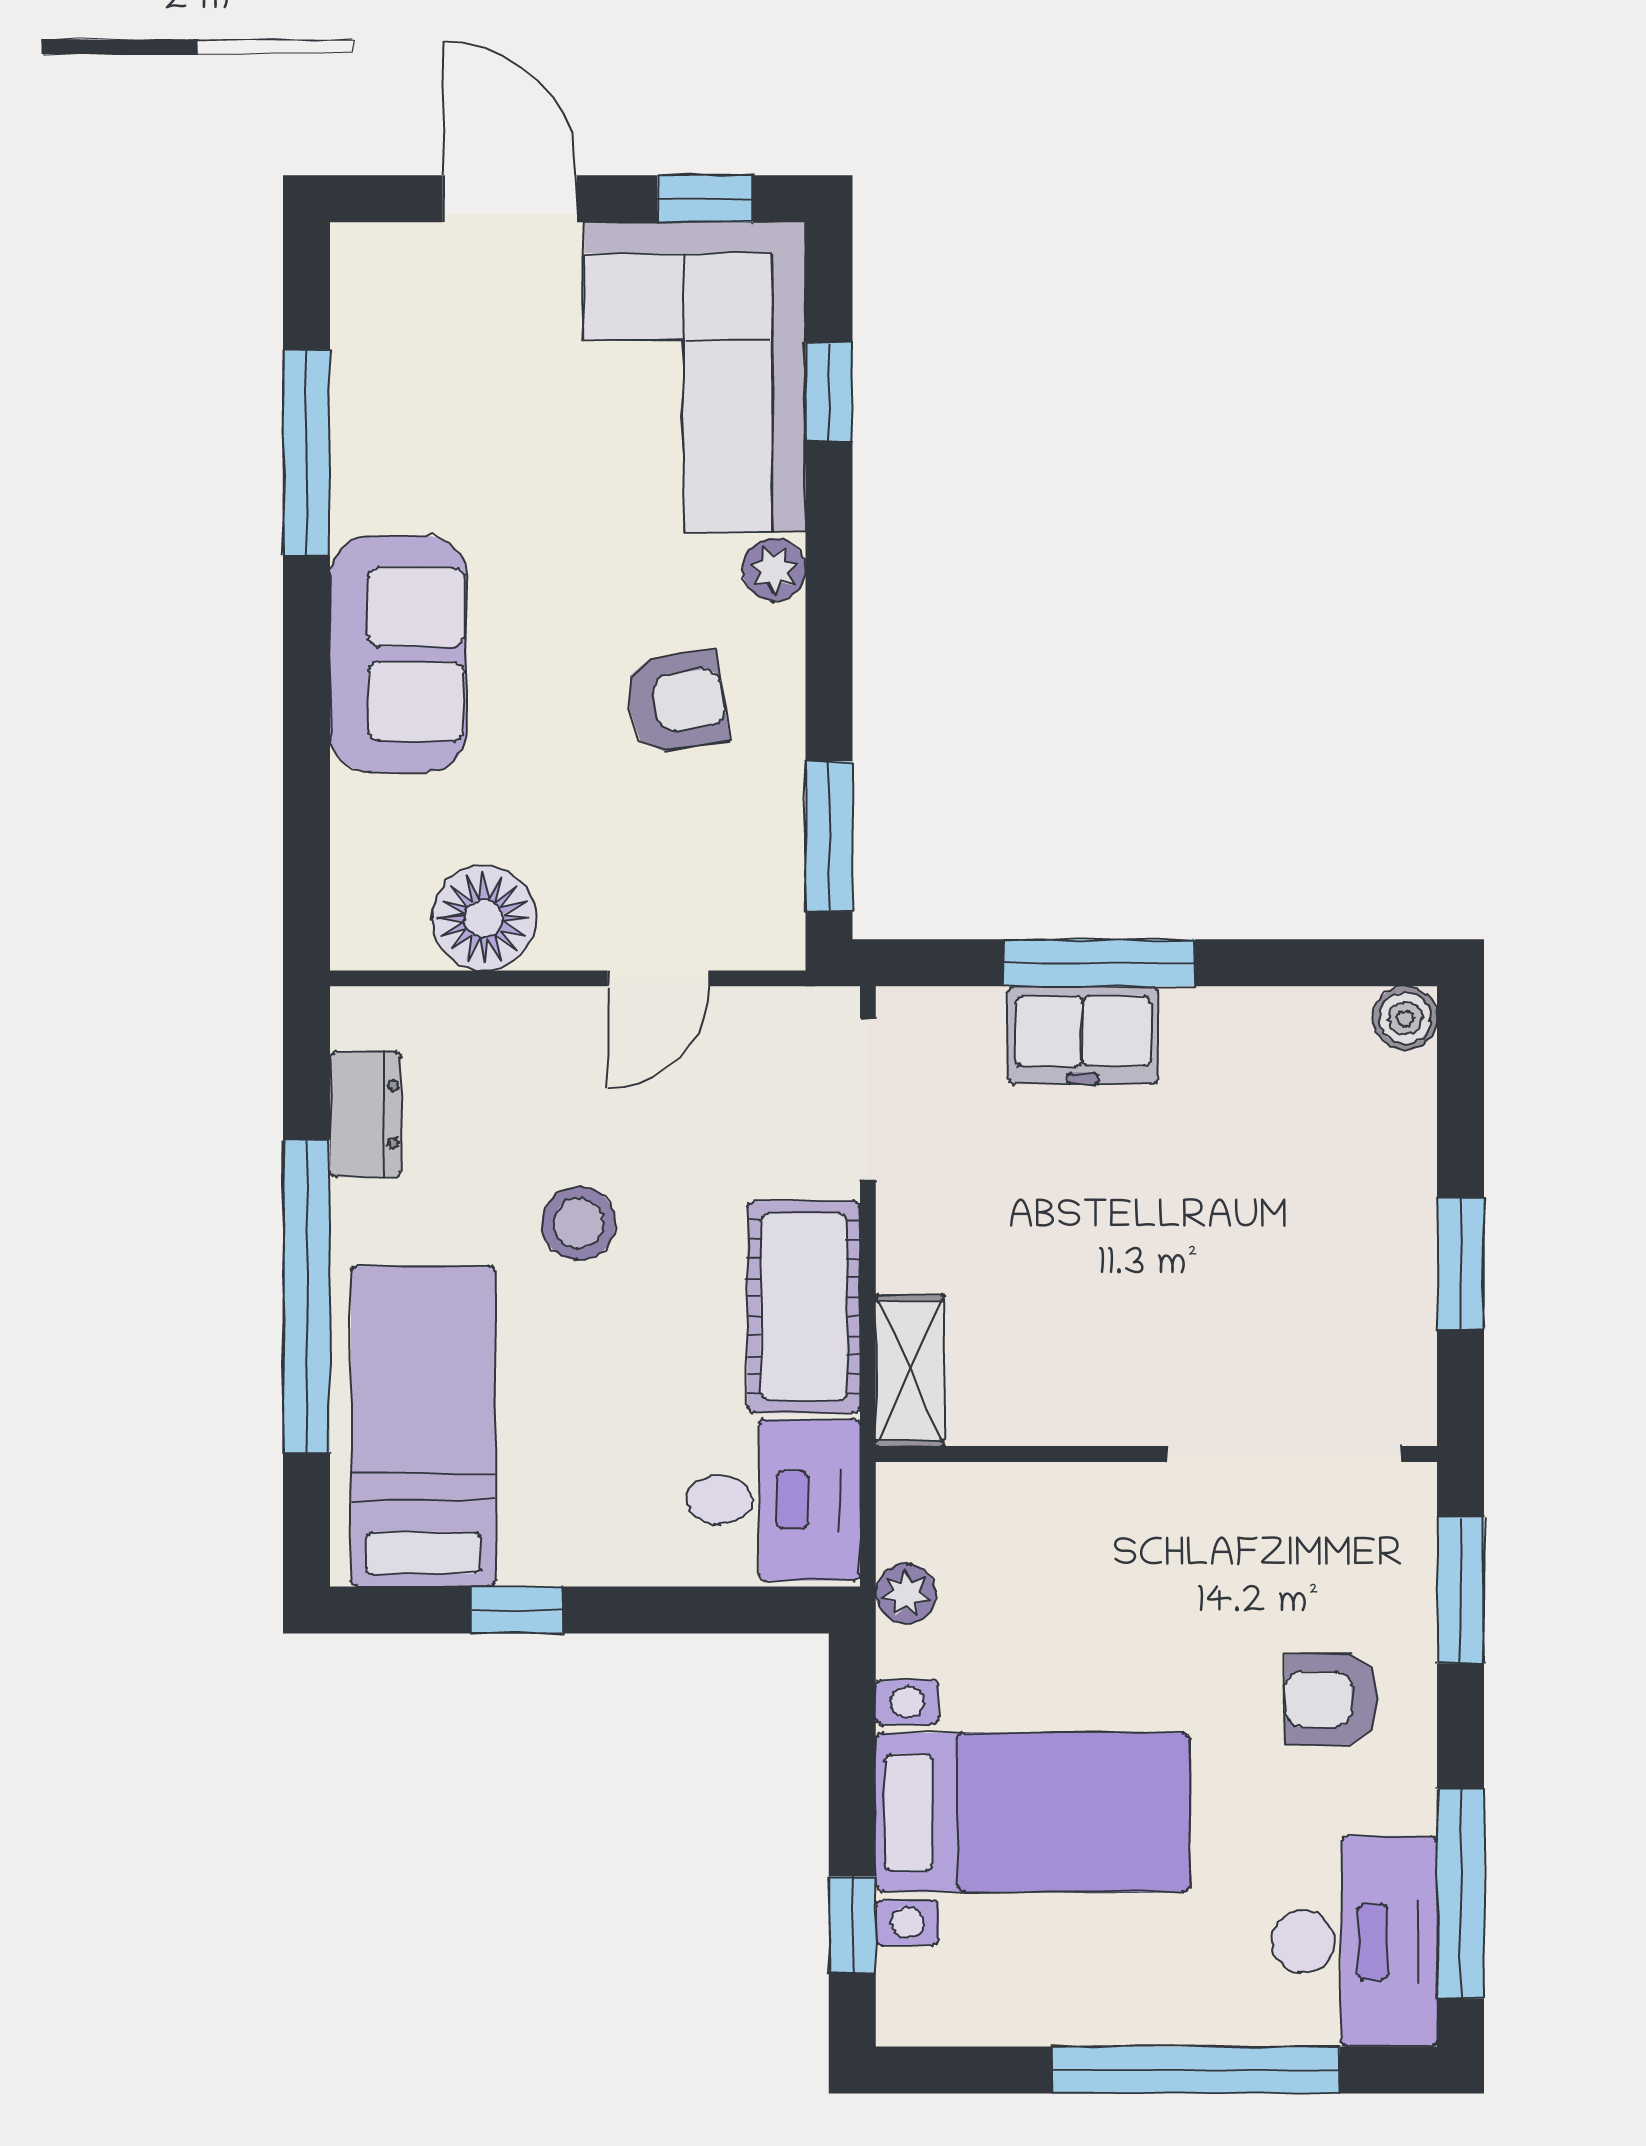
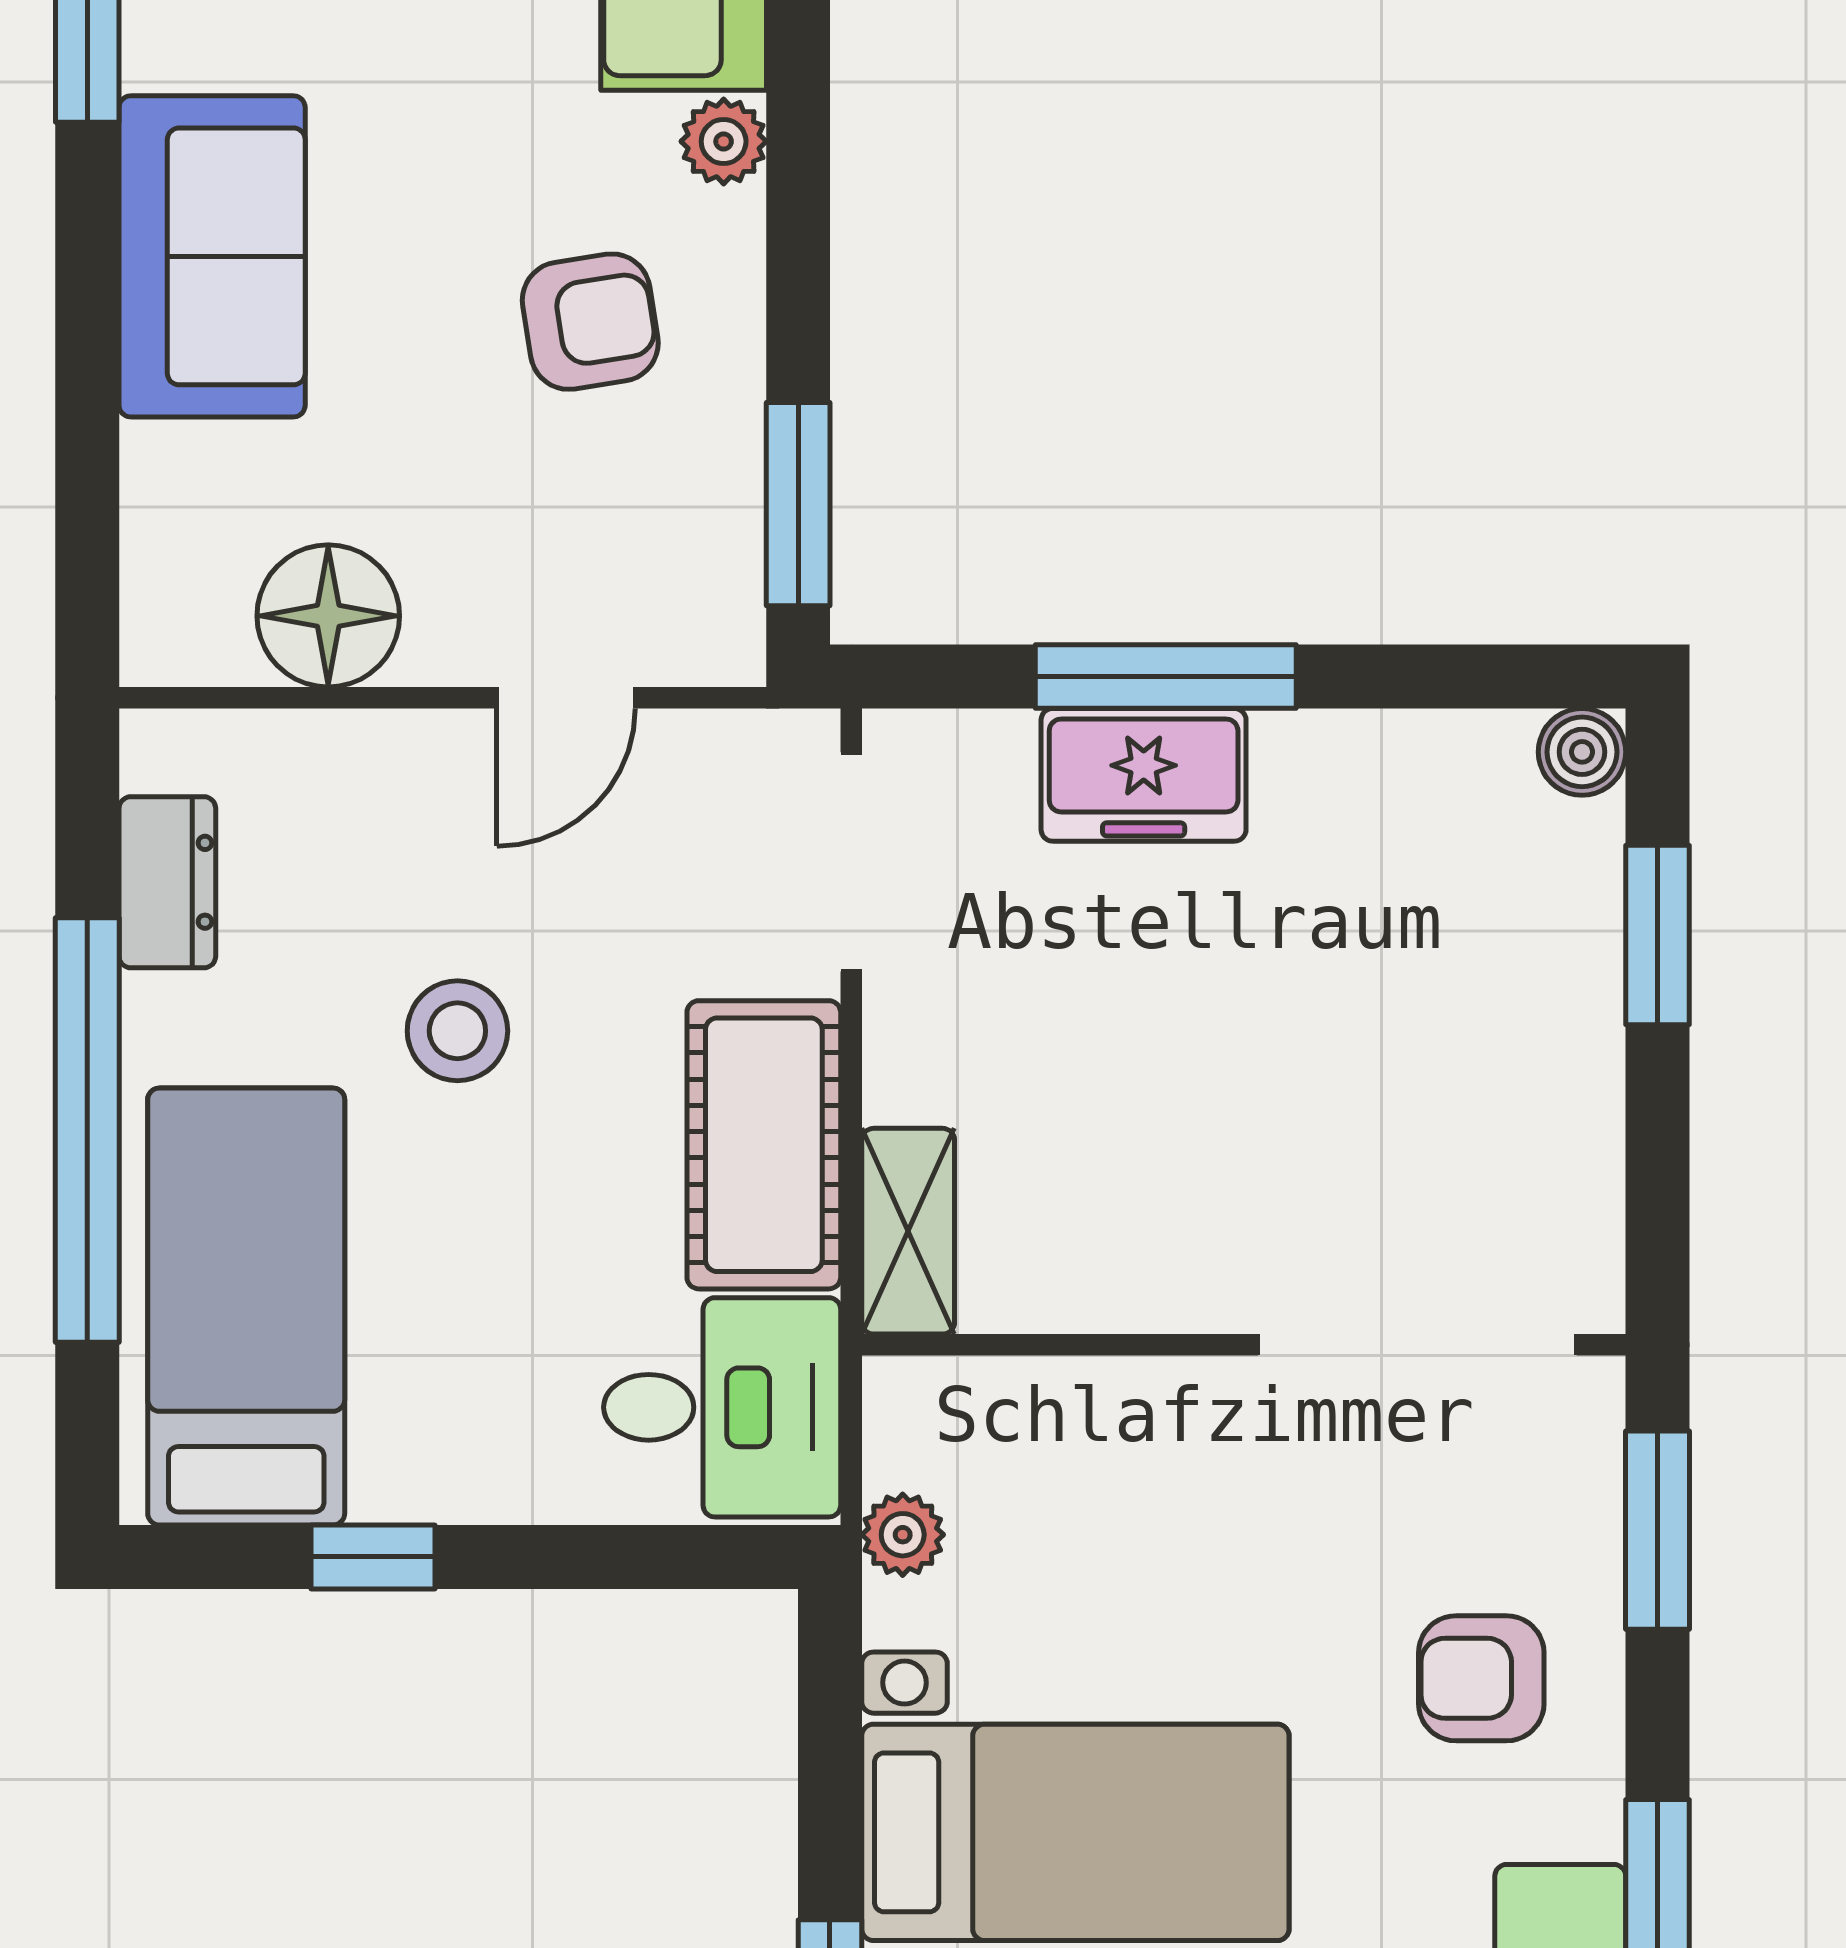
window: (1461, 1263) -> (1657, 935), moved

